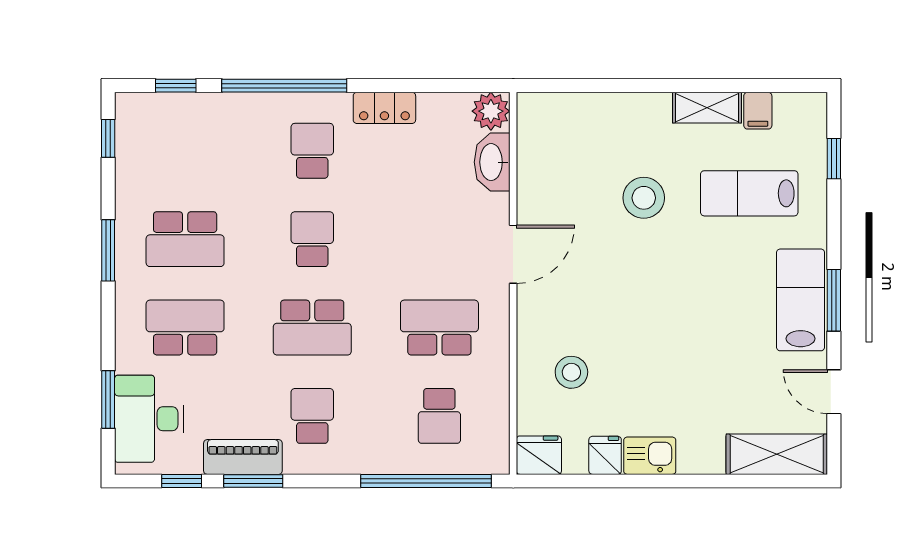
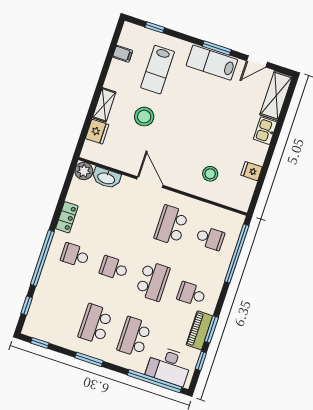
shelving: (707, 108) -> (104, 105), moved
school desk: (185, 239) -> (95, 324), turned 180
window: (108, 400) -> (154, 381), width x2.11
fridge: (539, 455) -> (97, 132), moved, turned 180
kitchen sink: (650, 456) -> (265, 131), moved

